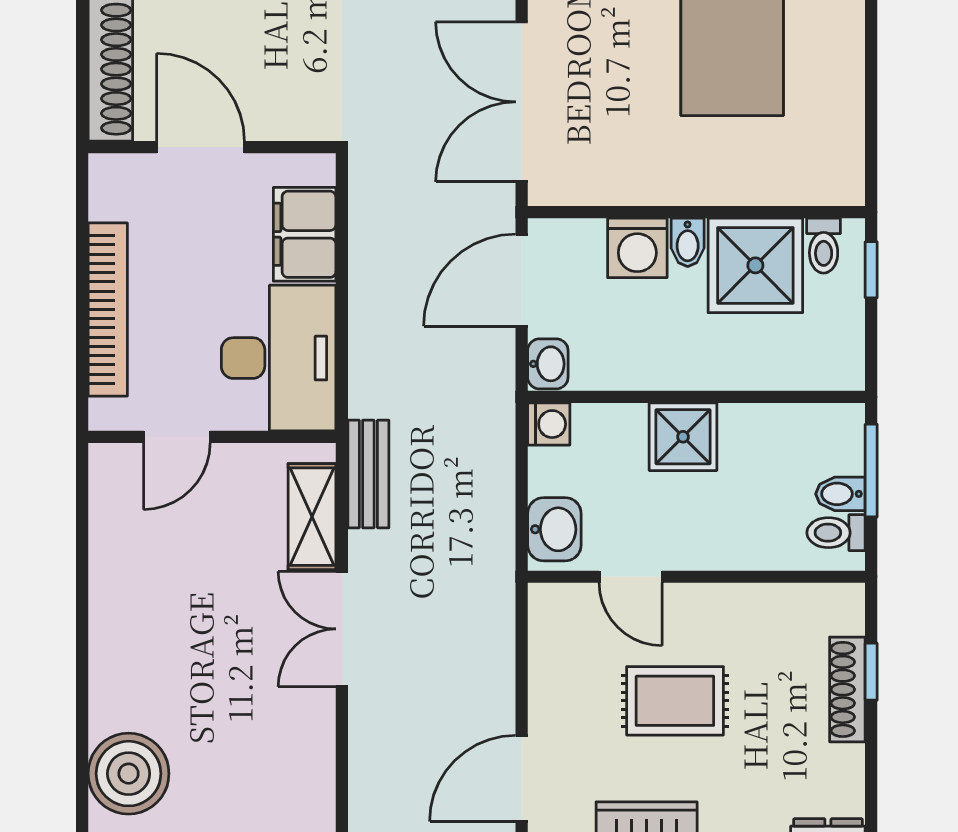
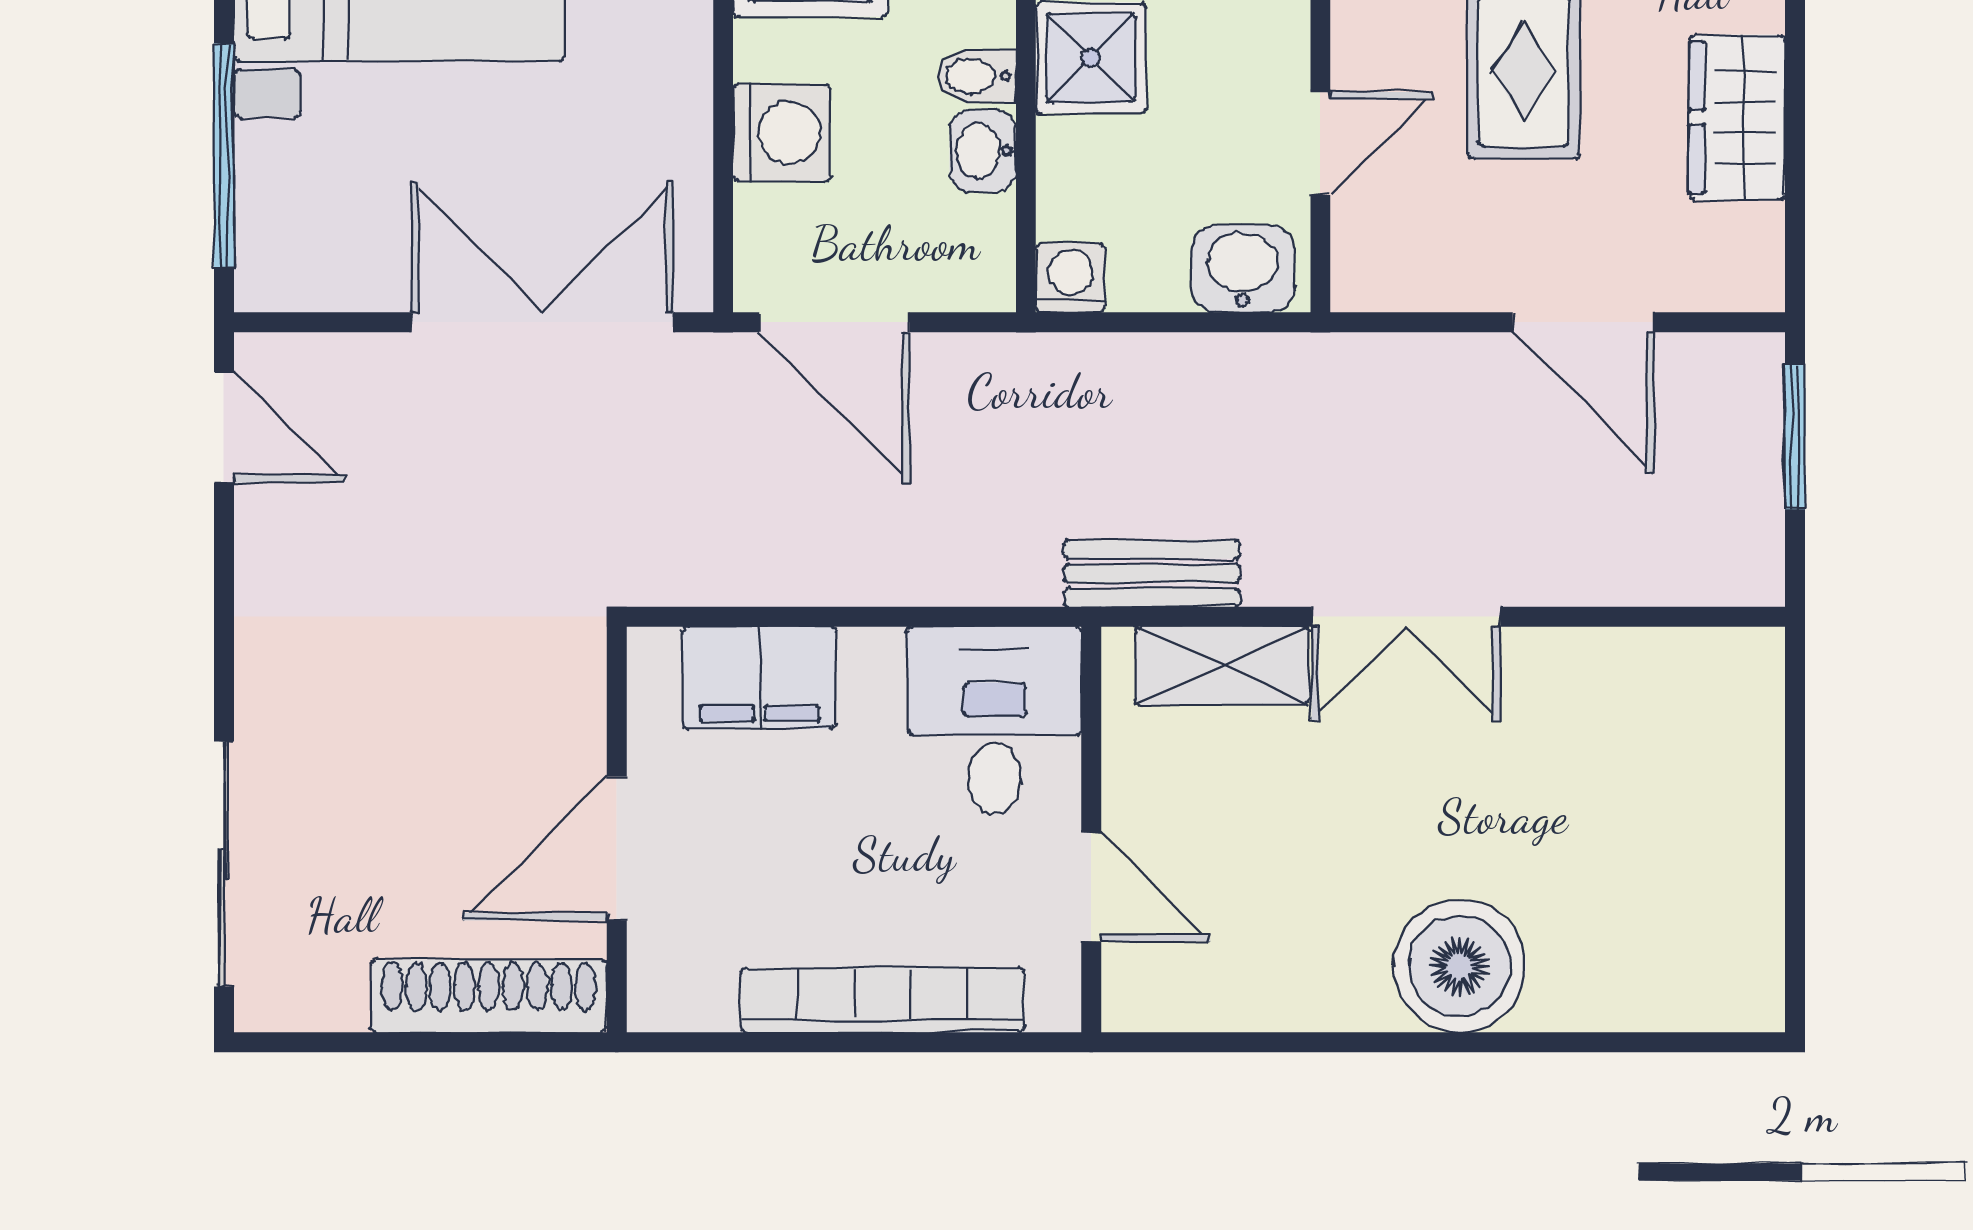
double door: (522, 102) -> (542, 322), swing flipped
bidet: (688, 242) -> (976, 76), moved, turned 180
desk: (279, 358) -> (995, 720), width x0.73
washbasin: (548, 364) -> (983, 151), moved, turned -90
boiler: (129, 774) -> (1460, 966), moved
door: (522, 778) -> (1583, 322), moved

